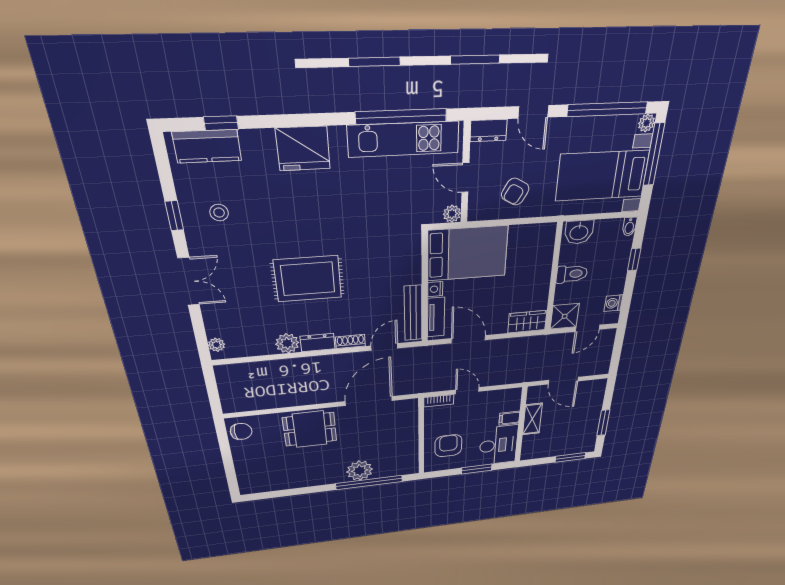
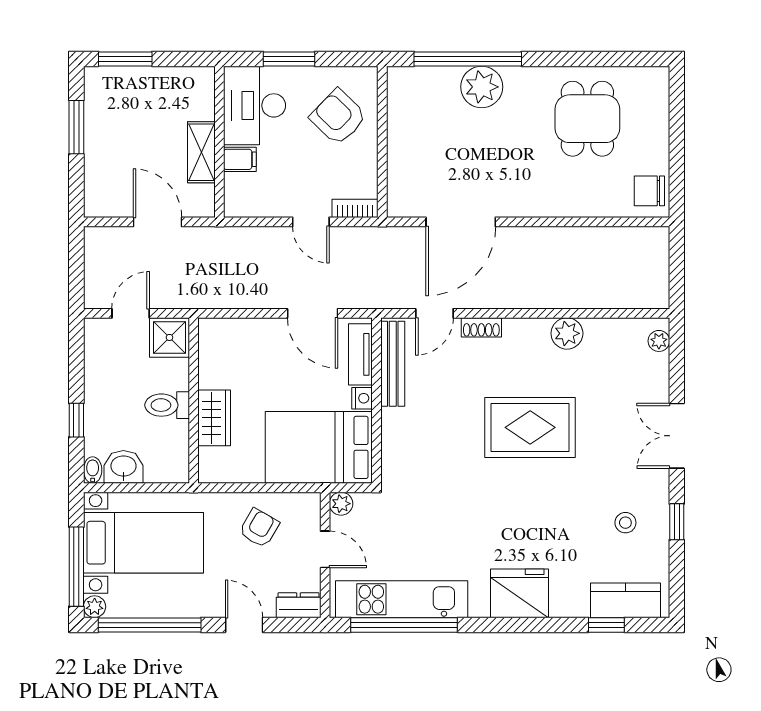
washbasin: (579, 232) -> (123, 467), moved
washing machine: (613, 303) -> (96, 352), removed
wardrobe: (527, 322) -> (214, 418), moved, turned -90
dresser: (318, 343) -> (526, 330), removed
dining table: (310, 429) -> (587, 119), moved, turned 90
armchair: (448, 446) -> (338, 117), turned 134

